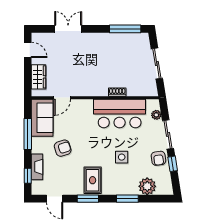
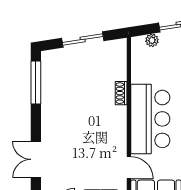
bar counter: (120, 114) -> (150, 119), moved

